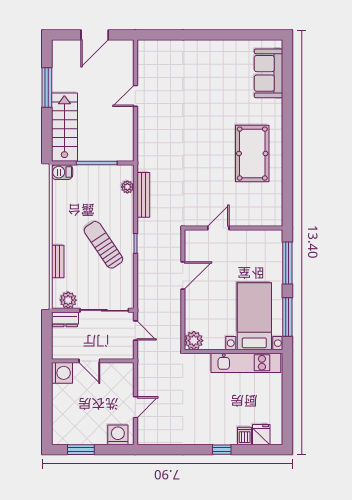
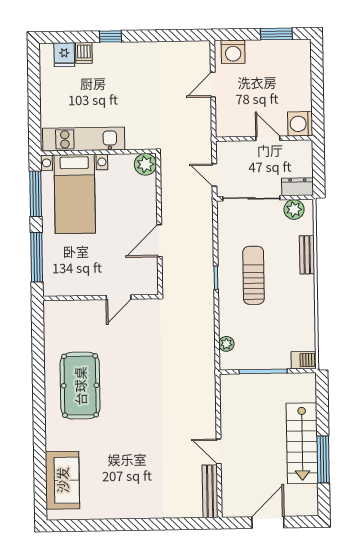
door: (135, 96) -> (219, 451), swing flipped
stairs: (64, 127) -> (302, 443), moved
bench: (143, 195) -> (210, 491), moved
sun lounger: (103, 245) -> (254, 275), turned -146

